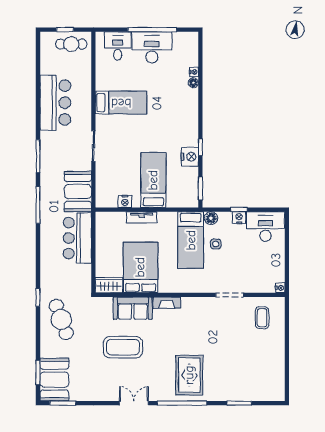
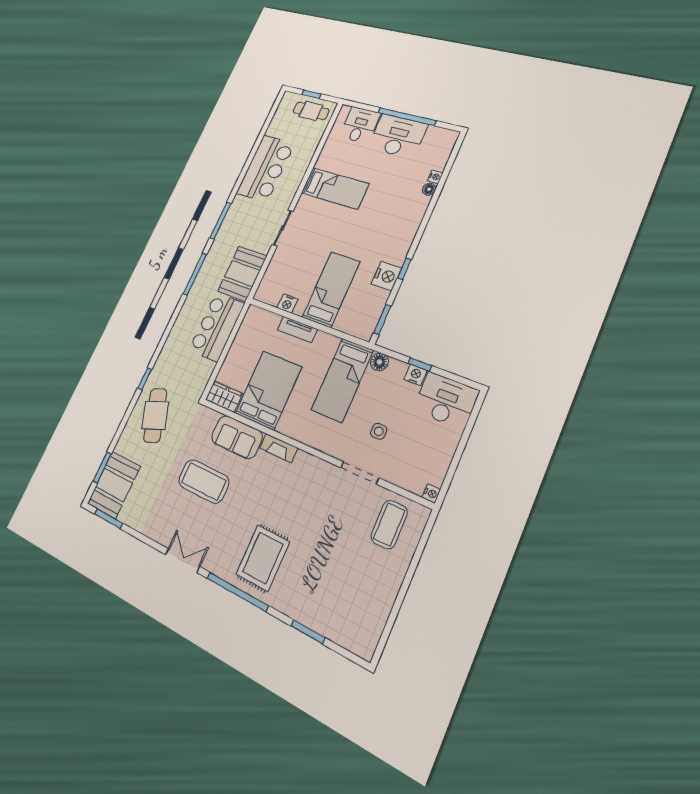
side table: (216, 244) -> (379, 431), moved
coffee table: (262, 318) -> (389, 524), width x1.36, depth x1.30

